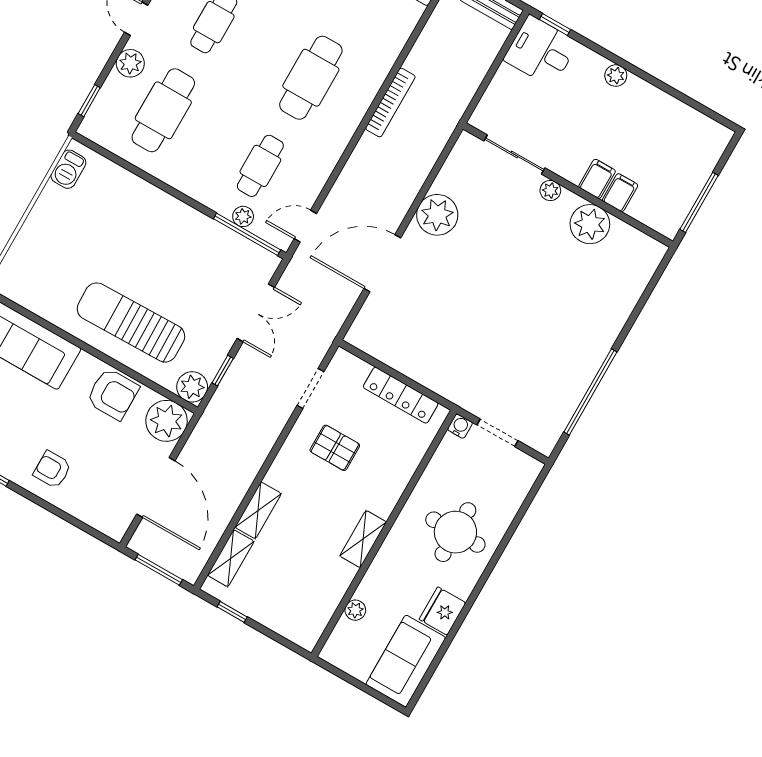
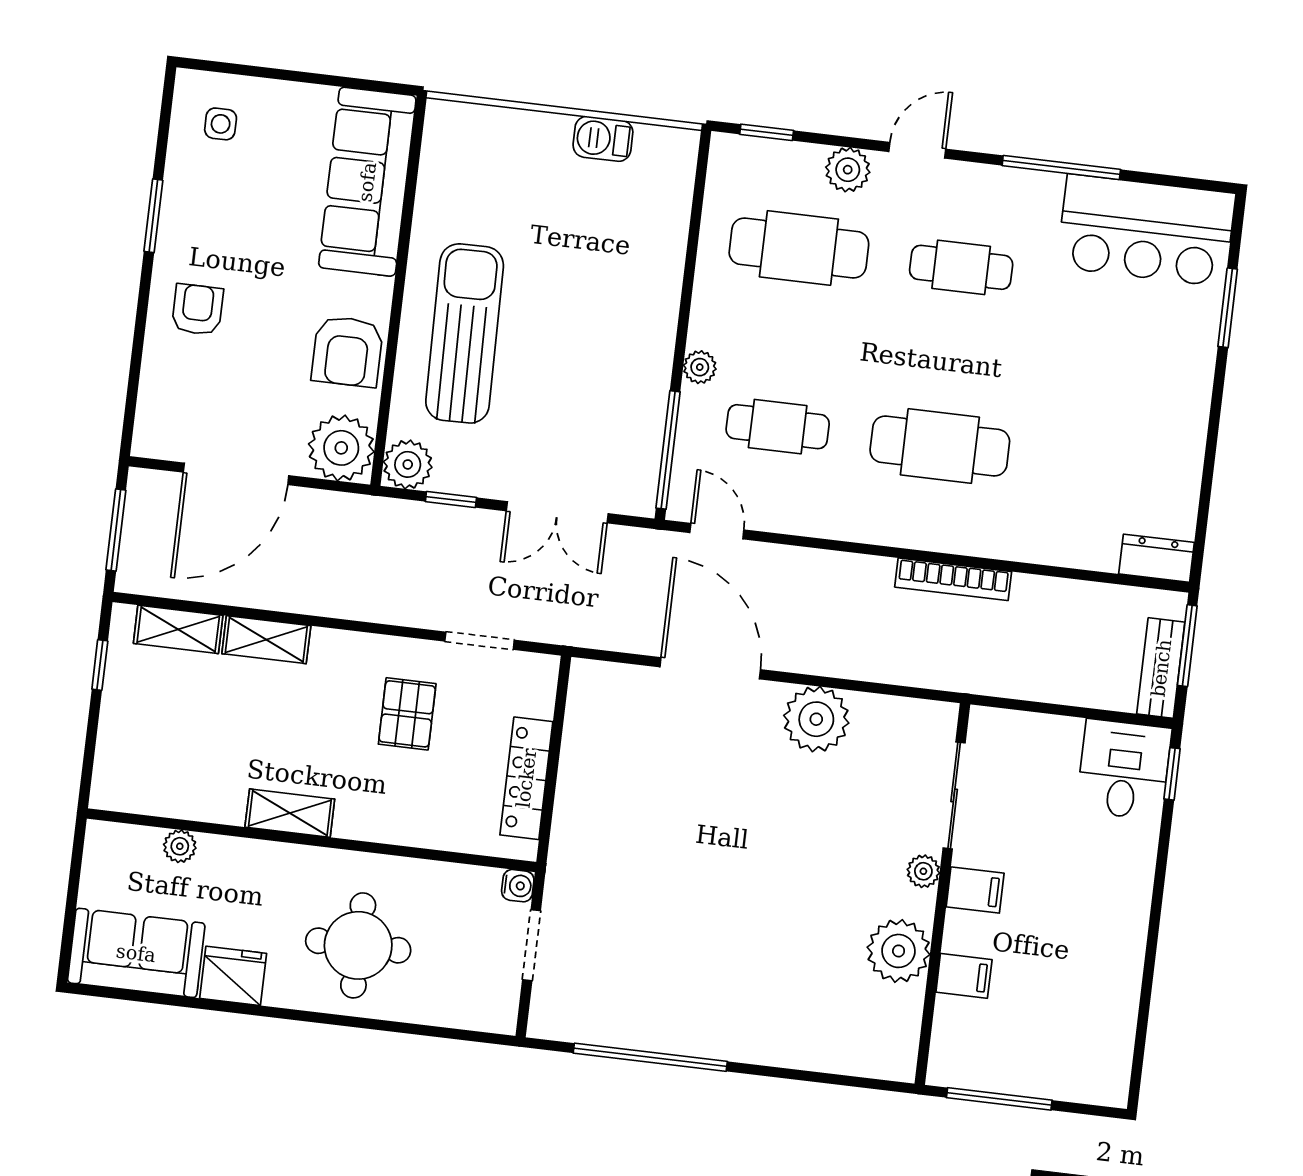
plant: (616, 76) -> (1135, 896), removed
barbecue: (68, 169) -> (603, 139), moved
filing cabinet: (597, 179) -> (975, 890), moved
plant: (243, 216) -> (700, 367), moved

